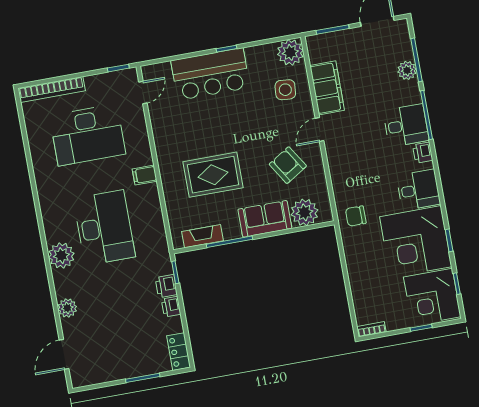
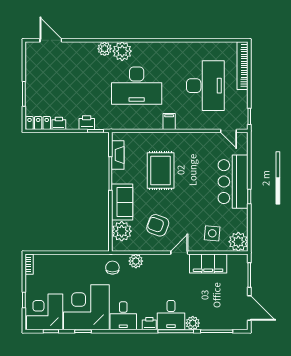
plant: (407, 70) -> (193, 323), moved
door: (319, 130) -> (179, 253), hinge flipped
desk: (88, 135) -> (205, 86), turned 180
armchair: (288, 165) -> (158, 225), turned -128
plant: (341, 186) -> (136, 261), added
printer: (171, 307) -> (59, 123), moved
plant: (67, 308) -> (105, 49), moved

